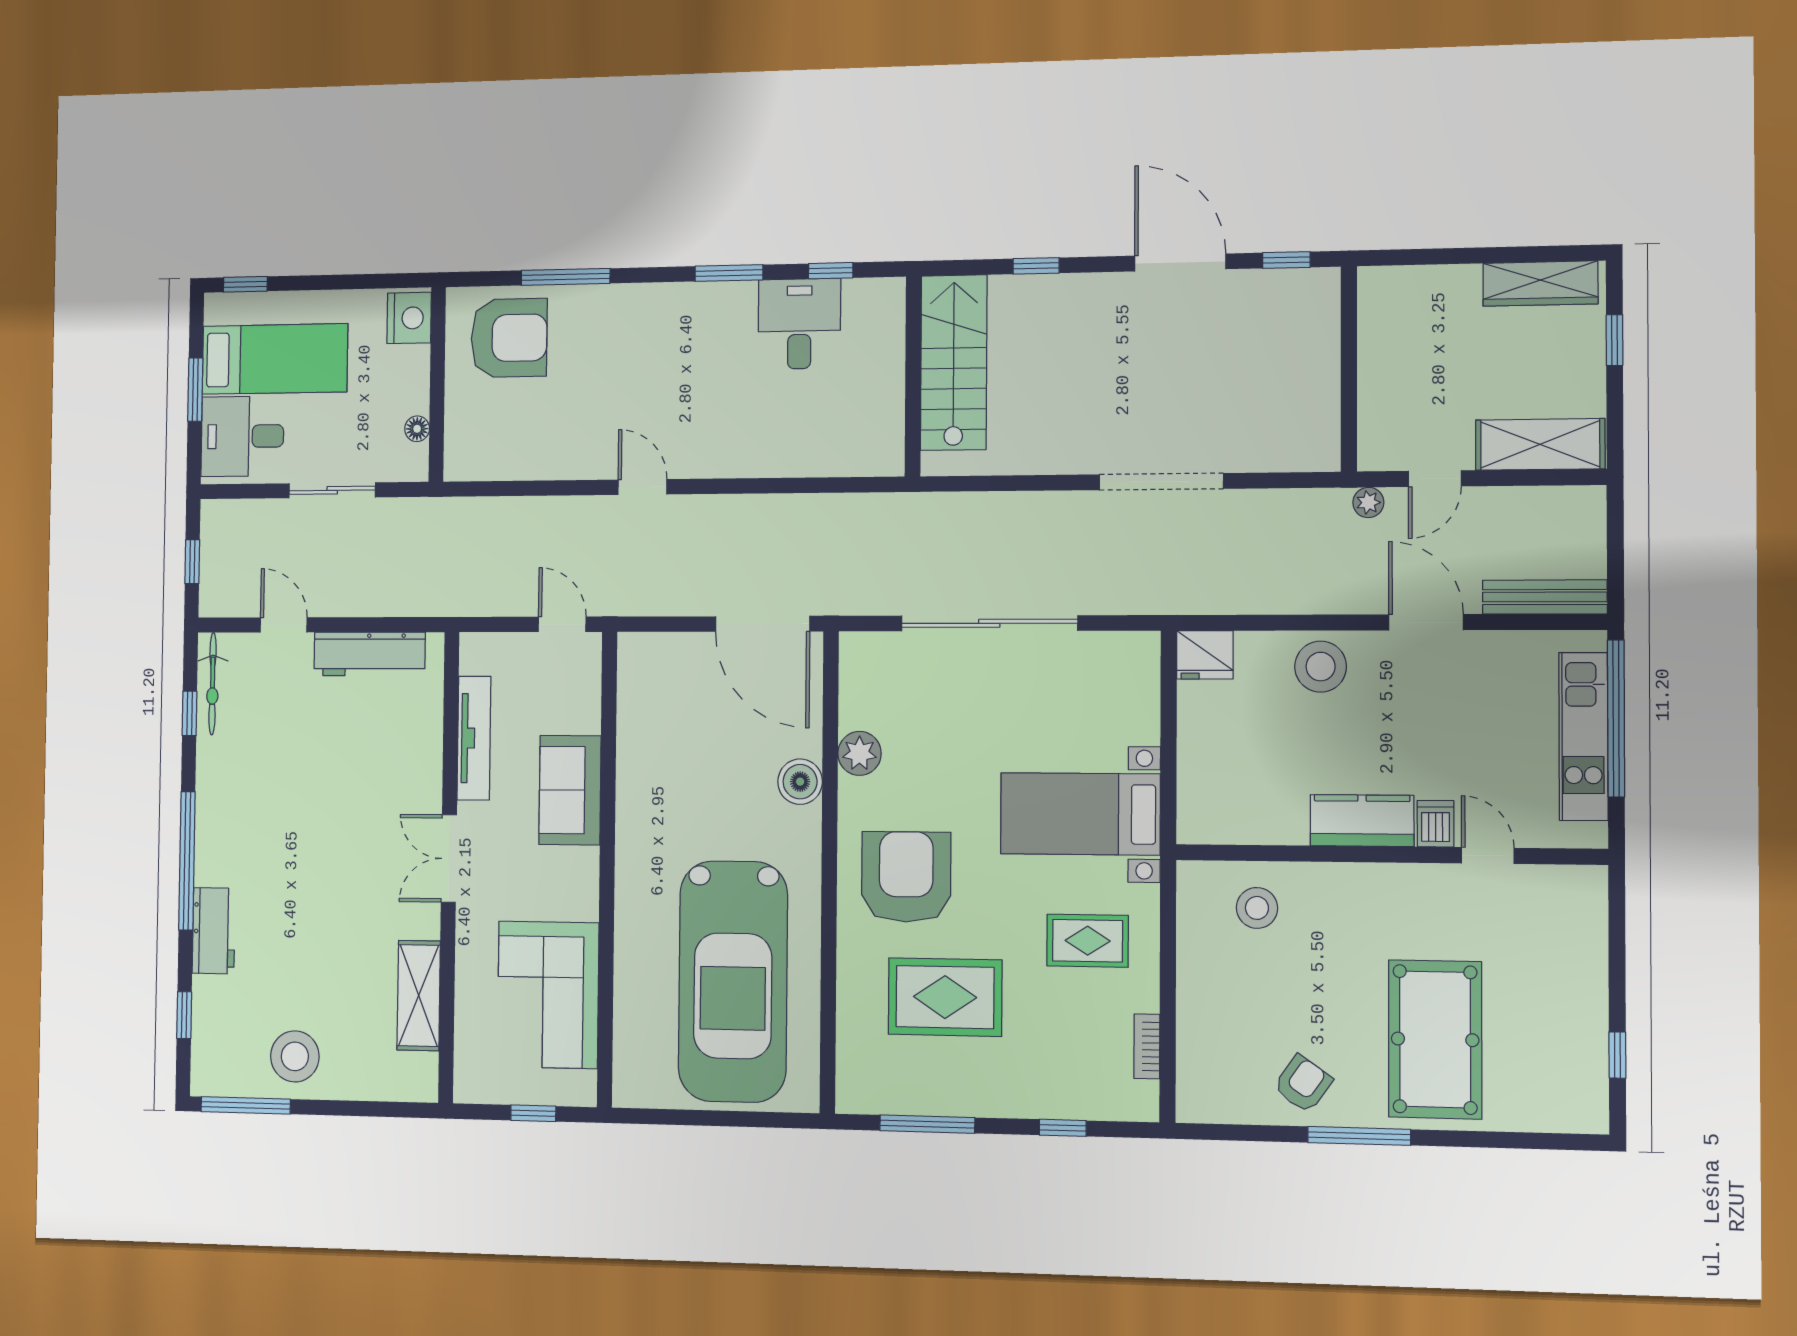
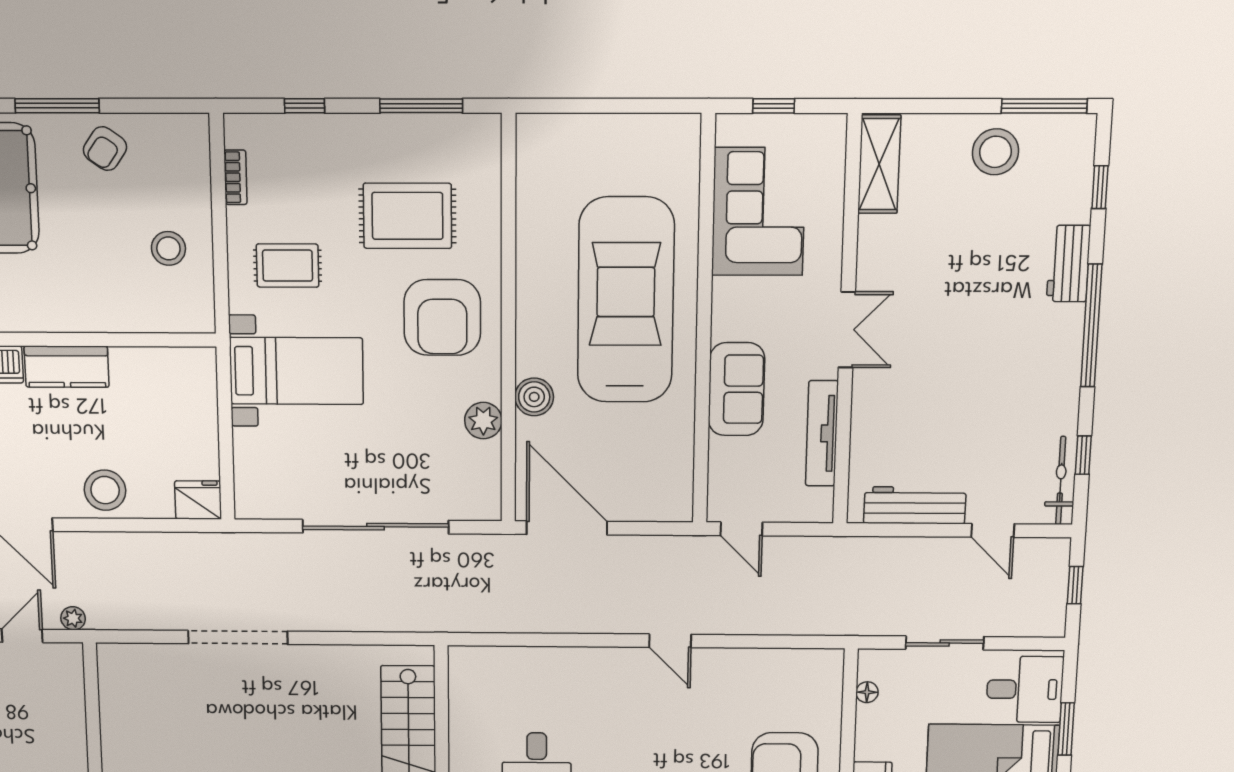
stool: (1257, 908) -> (168, 248), moved
car: (733, 981) -> (626, 300), moved
shelving: (419, 995) -> (879, 164), moved

